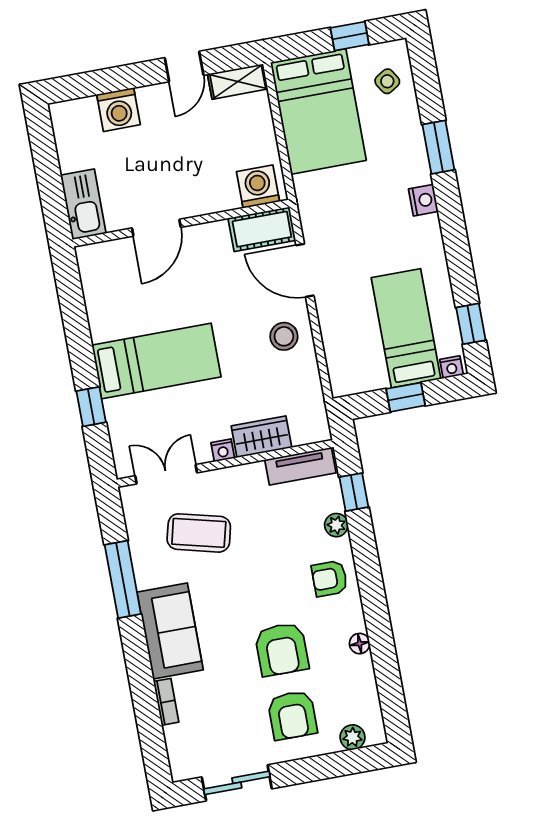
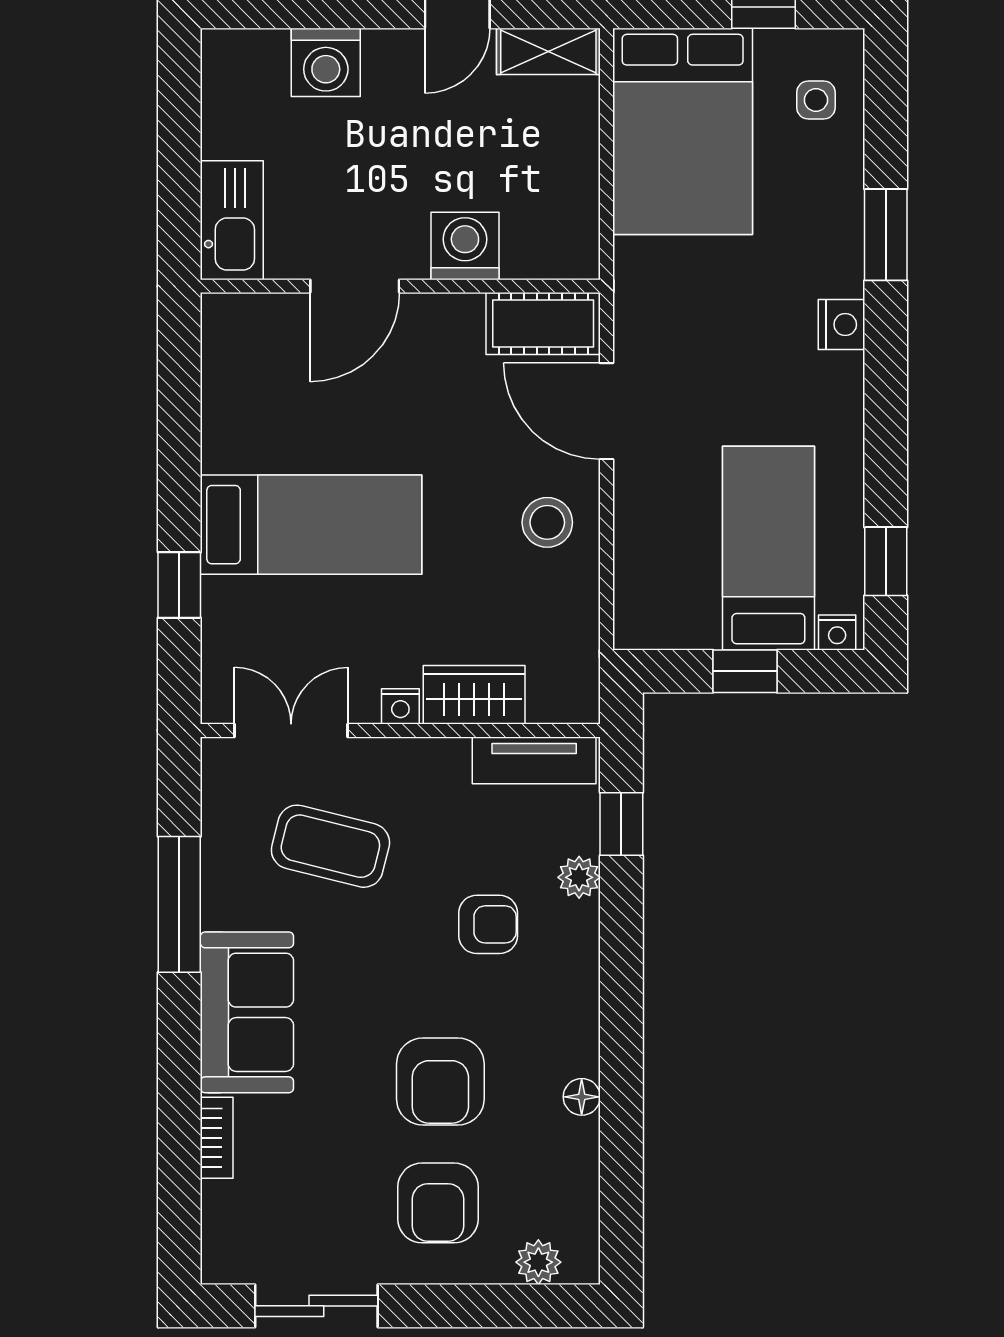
side table: (387, 81) -> (816, 100), turned 32
washing machine: (258, 187) -> (465, 246), moved
armchair: (329, 578) -> (488, 924), moved, turned 180

